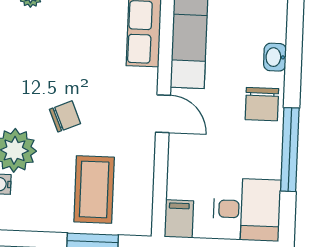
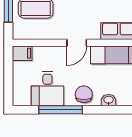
chair: (262, 104) -> (84, 94), turned 90
desk: (247, 210) -> (47, 89), moved

